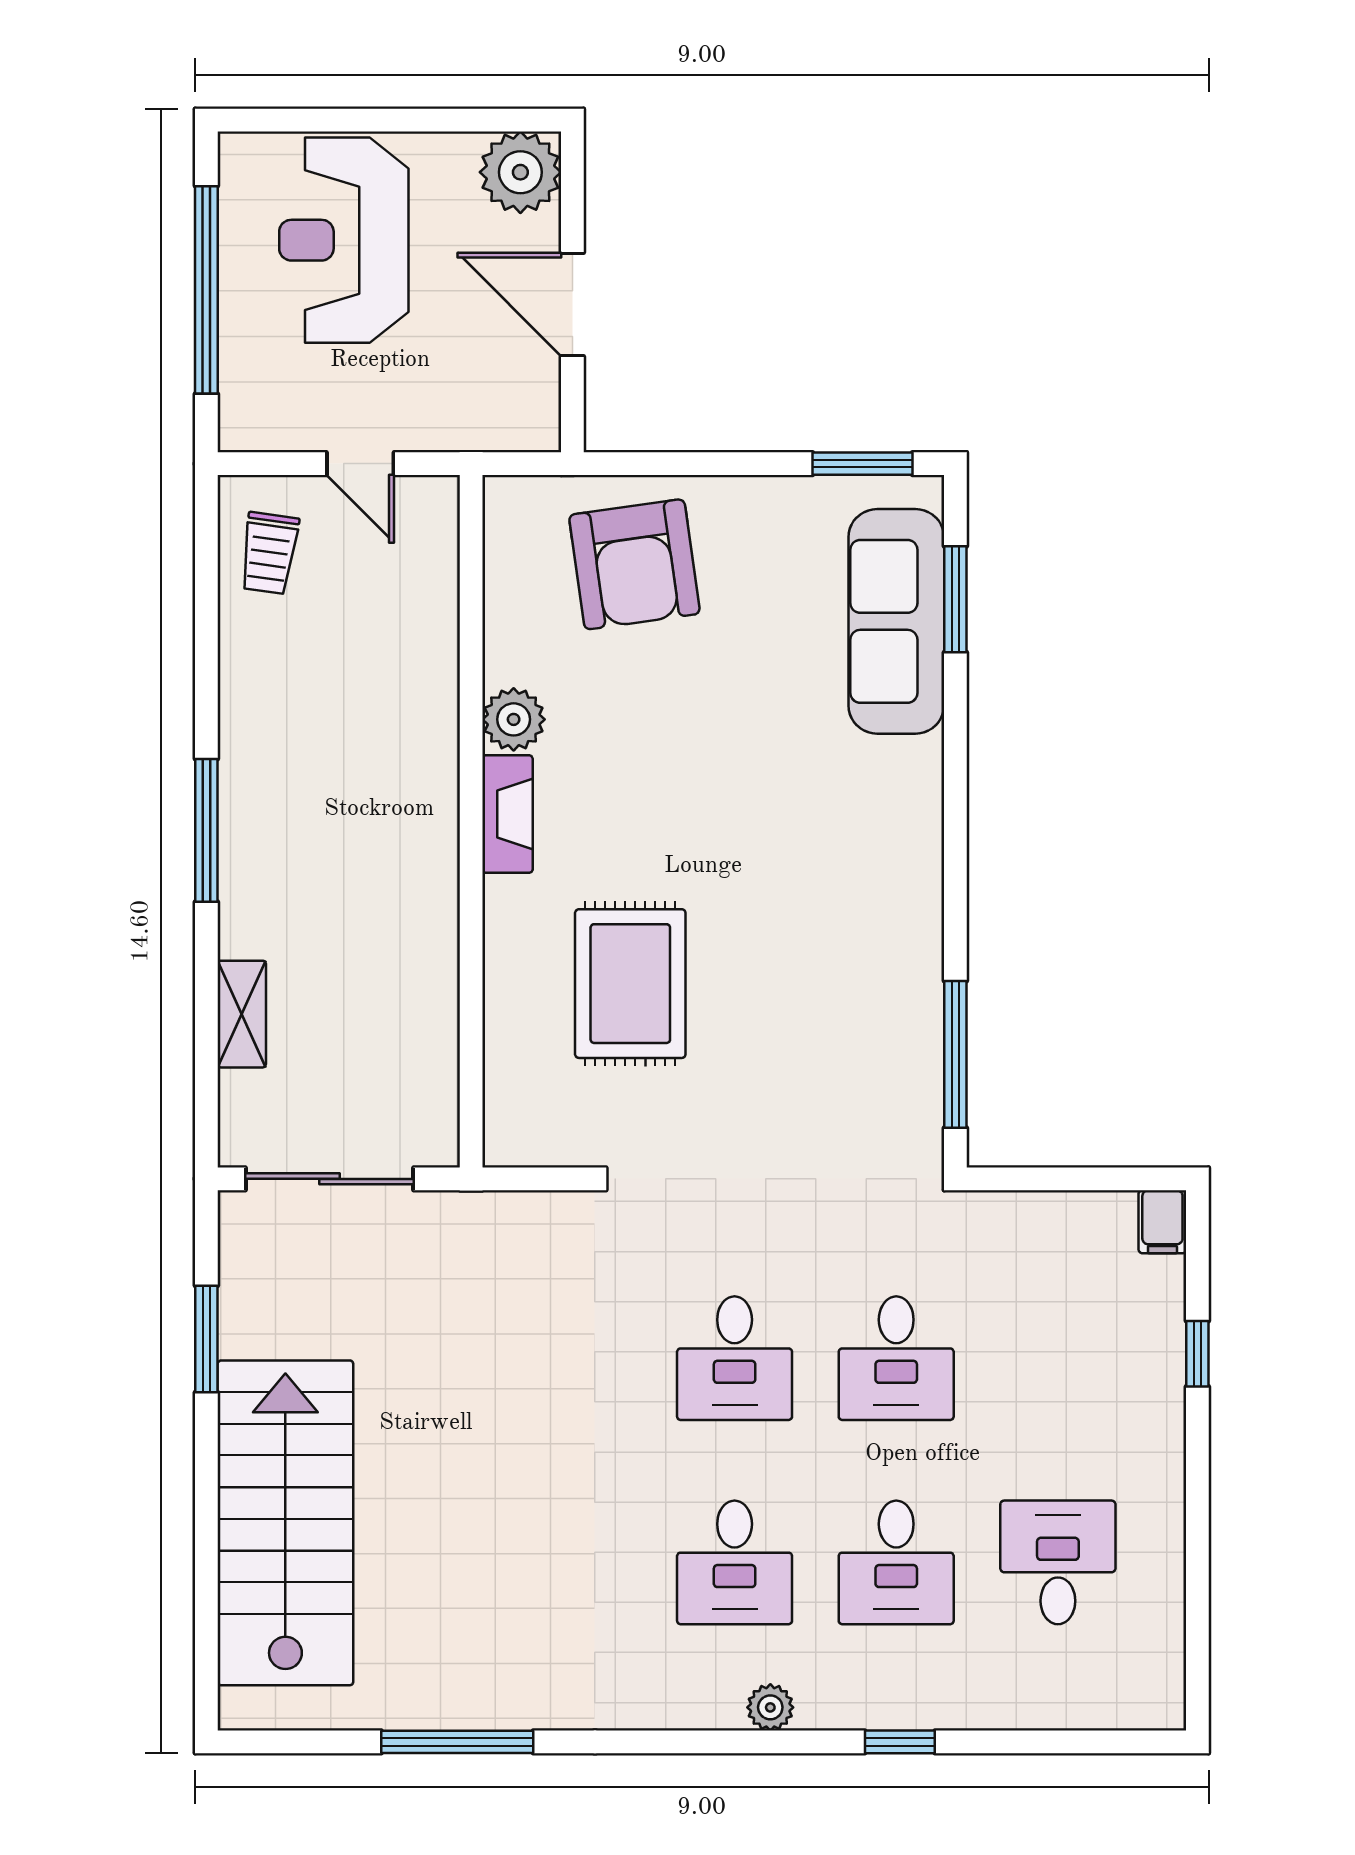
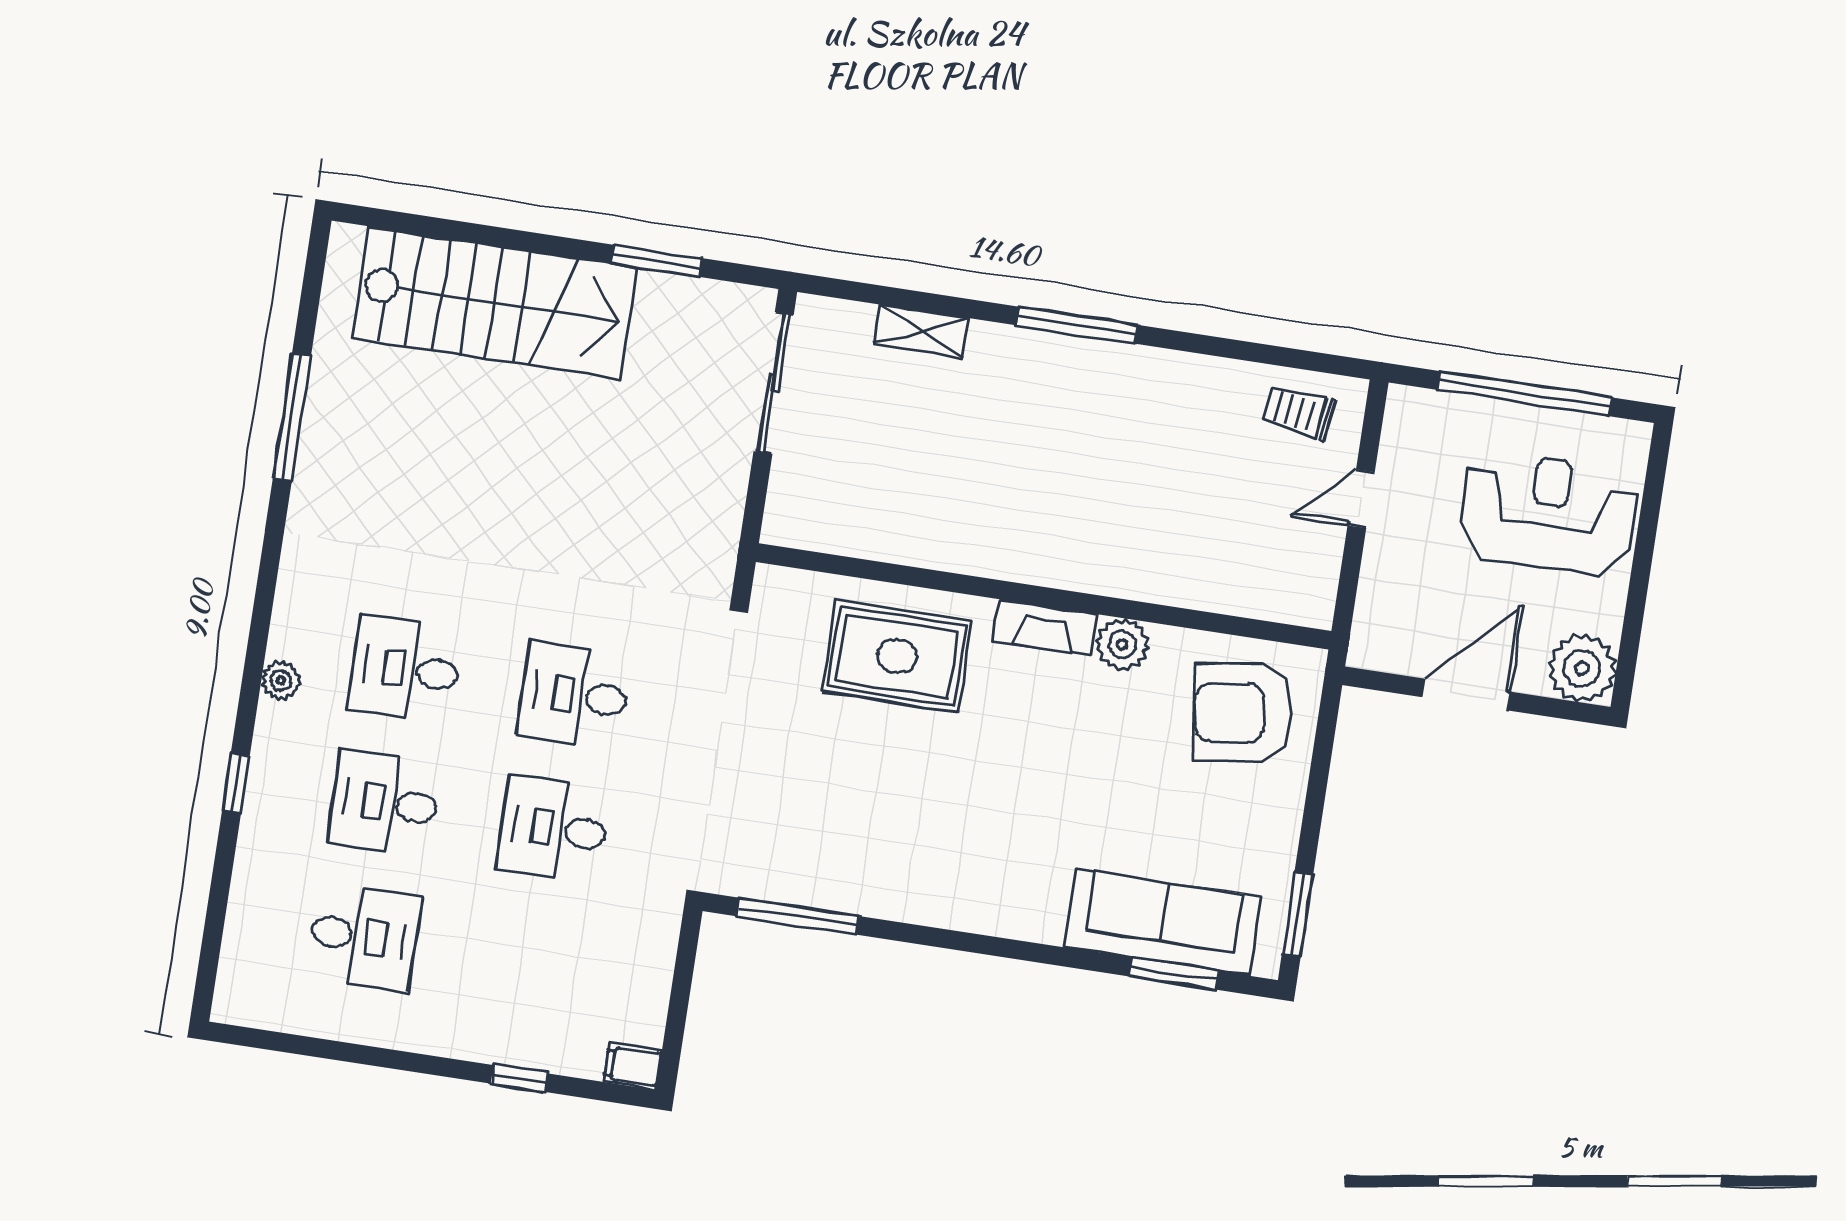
plant: (514, 719) -> (1122, 644), moved
fireplace: (508, 814) -> (1045, 627), moved
wall: (471, 821) -> (1044, 596), moved

